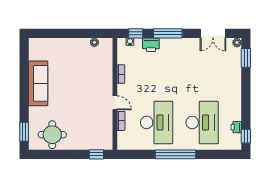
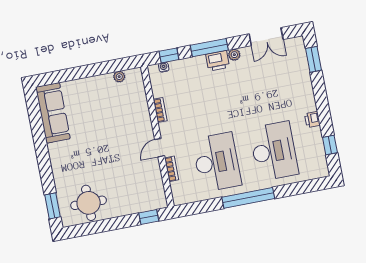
plant: (237, 43) -> (234, 55), moved
printer: (151, 45) -> (218, 61), moved
sofa: (38, 83) -> (53, 113), moved
door: (115, 103) -> (160, 148), swing flipped
printer: (236, 127) -> (312, 119), moved
window: (246, 136) -> (330, 145), moved

